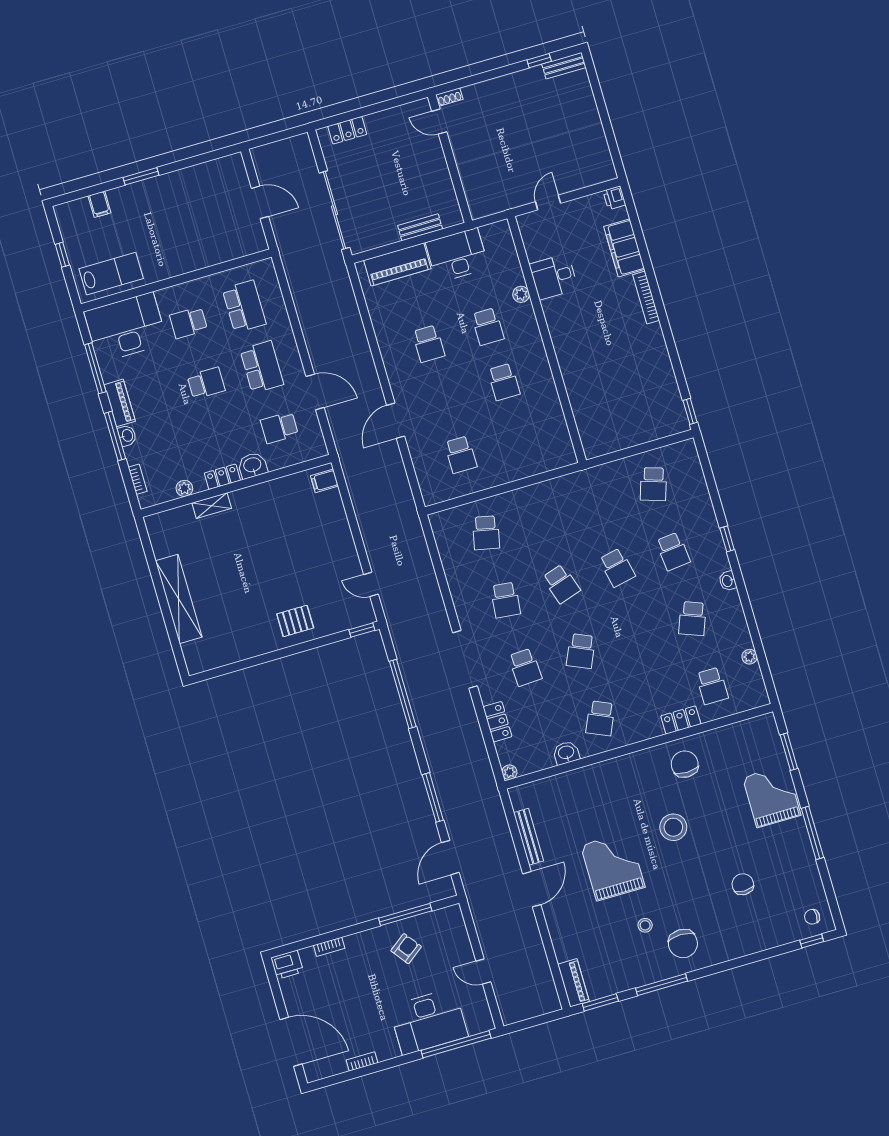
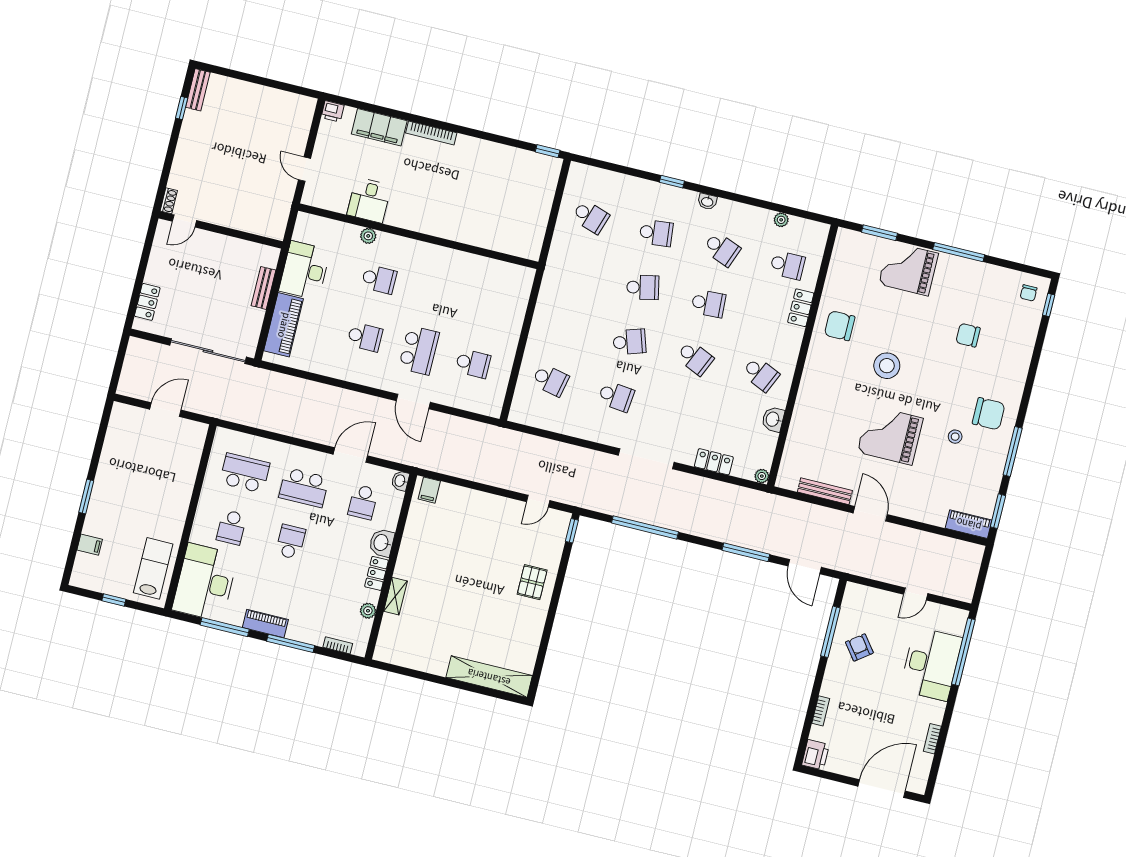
school desk: (262, 367) -> (304, 488), turned 180
school desk: (504, 382) -> (419, 350), moved, width x1.85
washbasin: (127, 436) -> (400, 481), moved, turned -90
shelving: (179, 599) -> (489, 677), moved
school desk: (525, 667) -> (708, 304), moved

